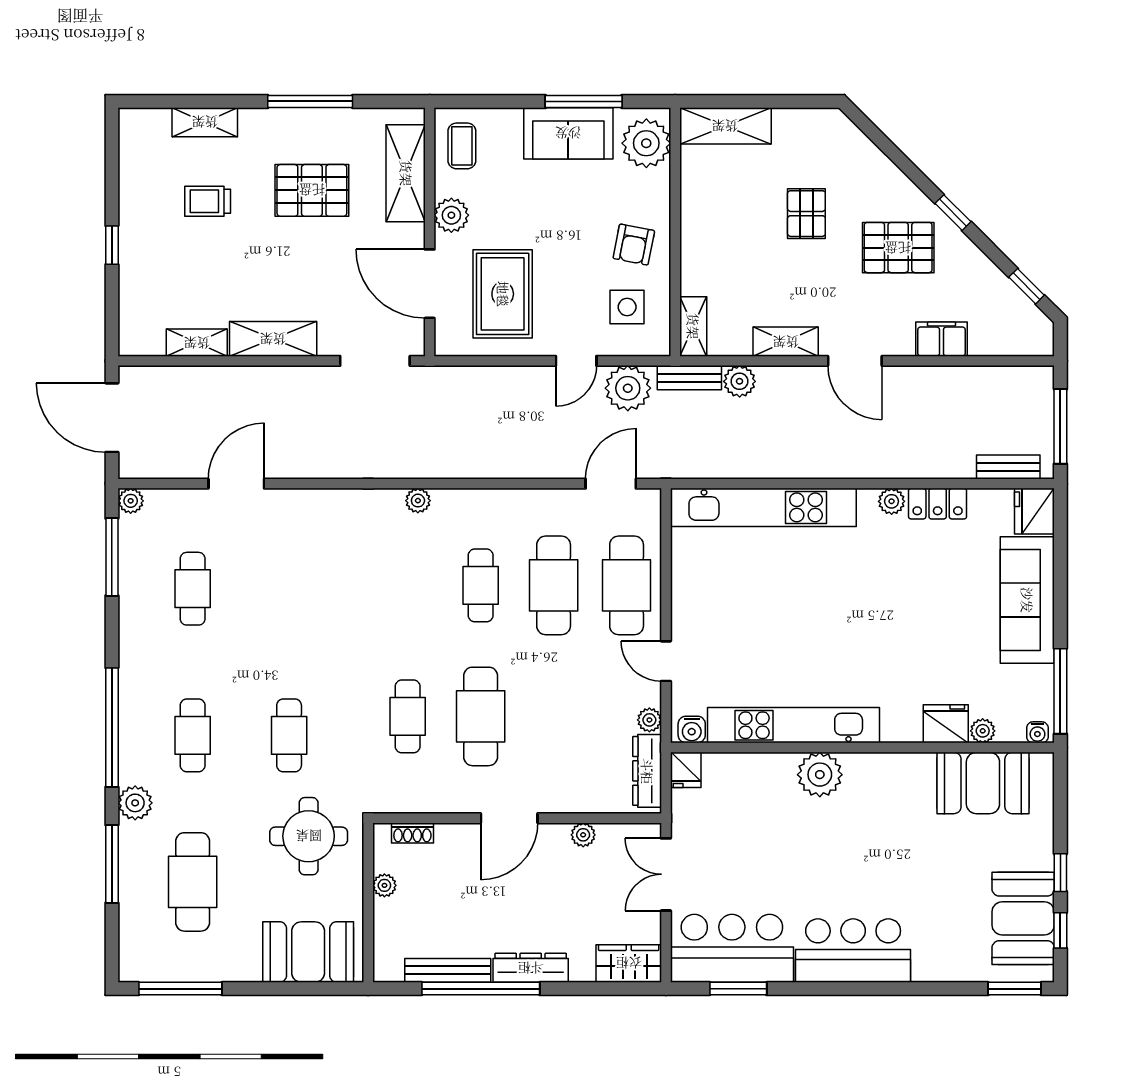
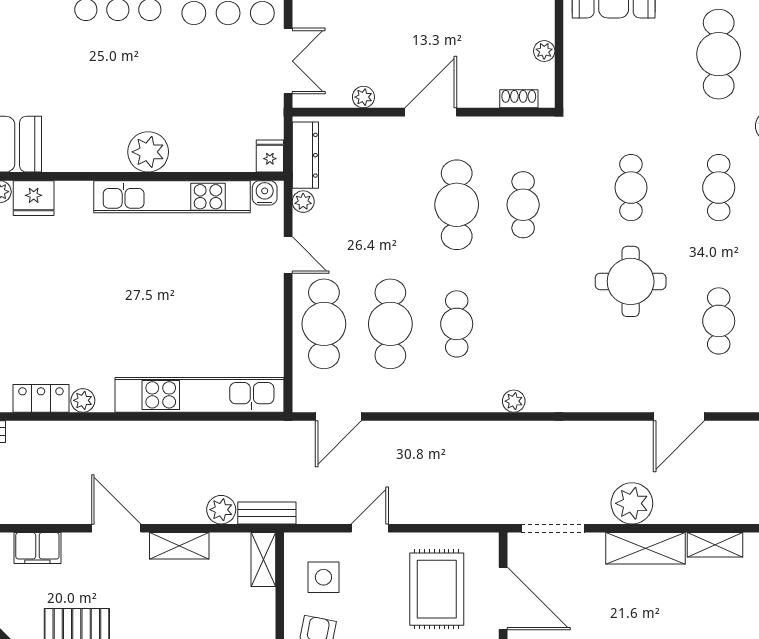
plant: (628, 388) -> (632, 503), moved
round table: (309, 836) -> (631, 281), moved

